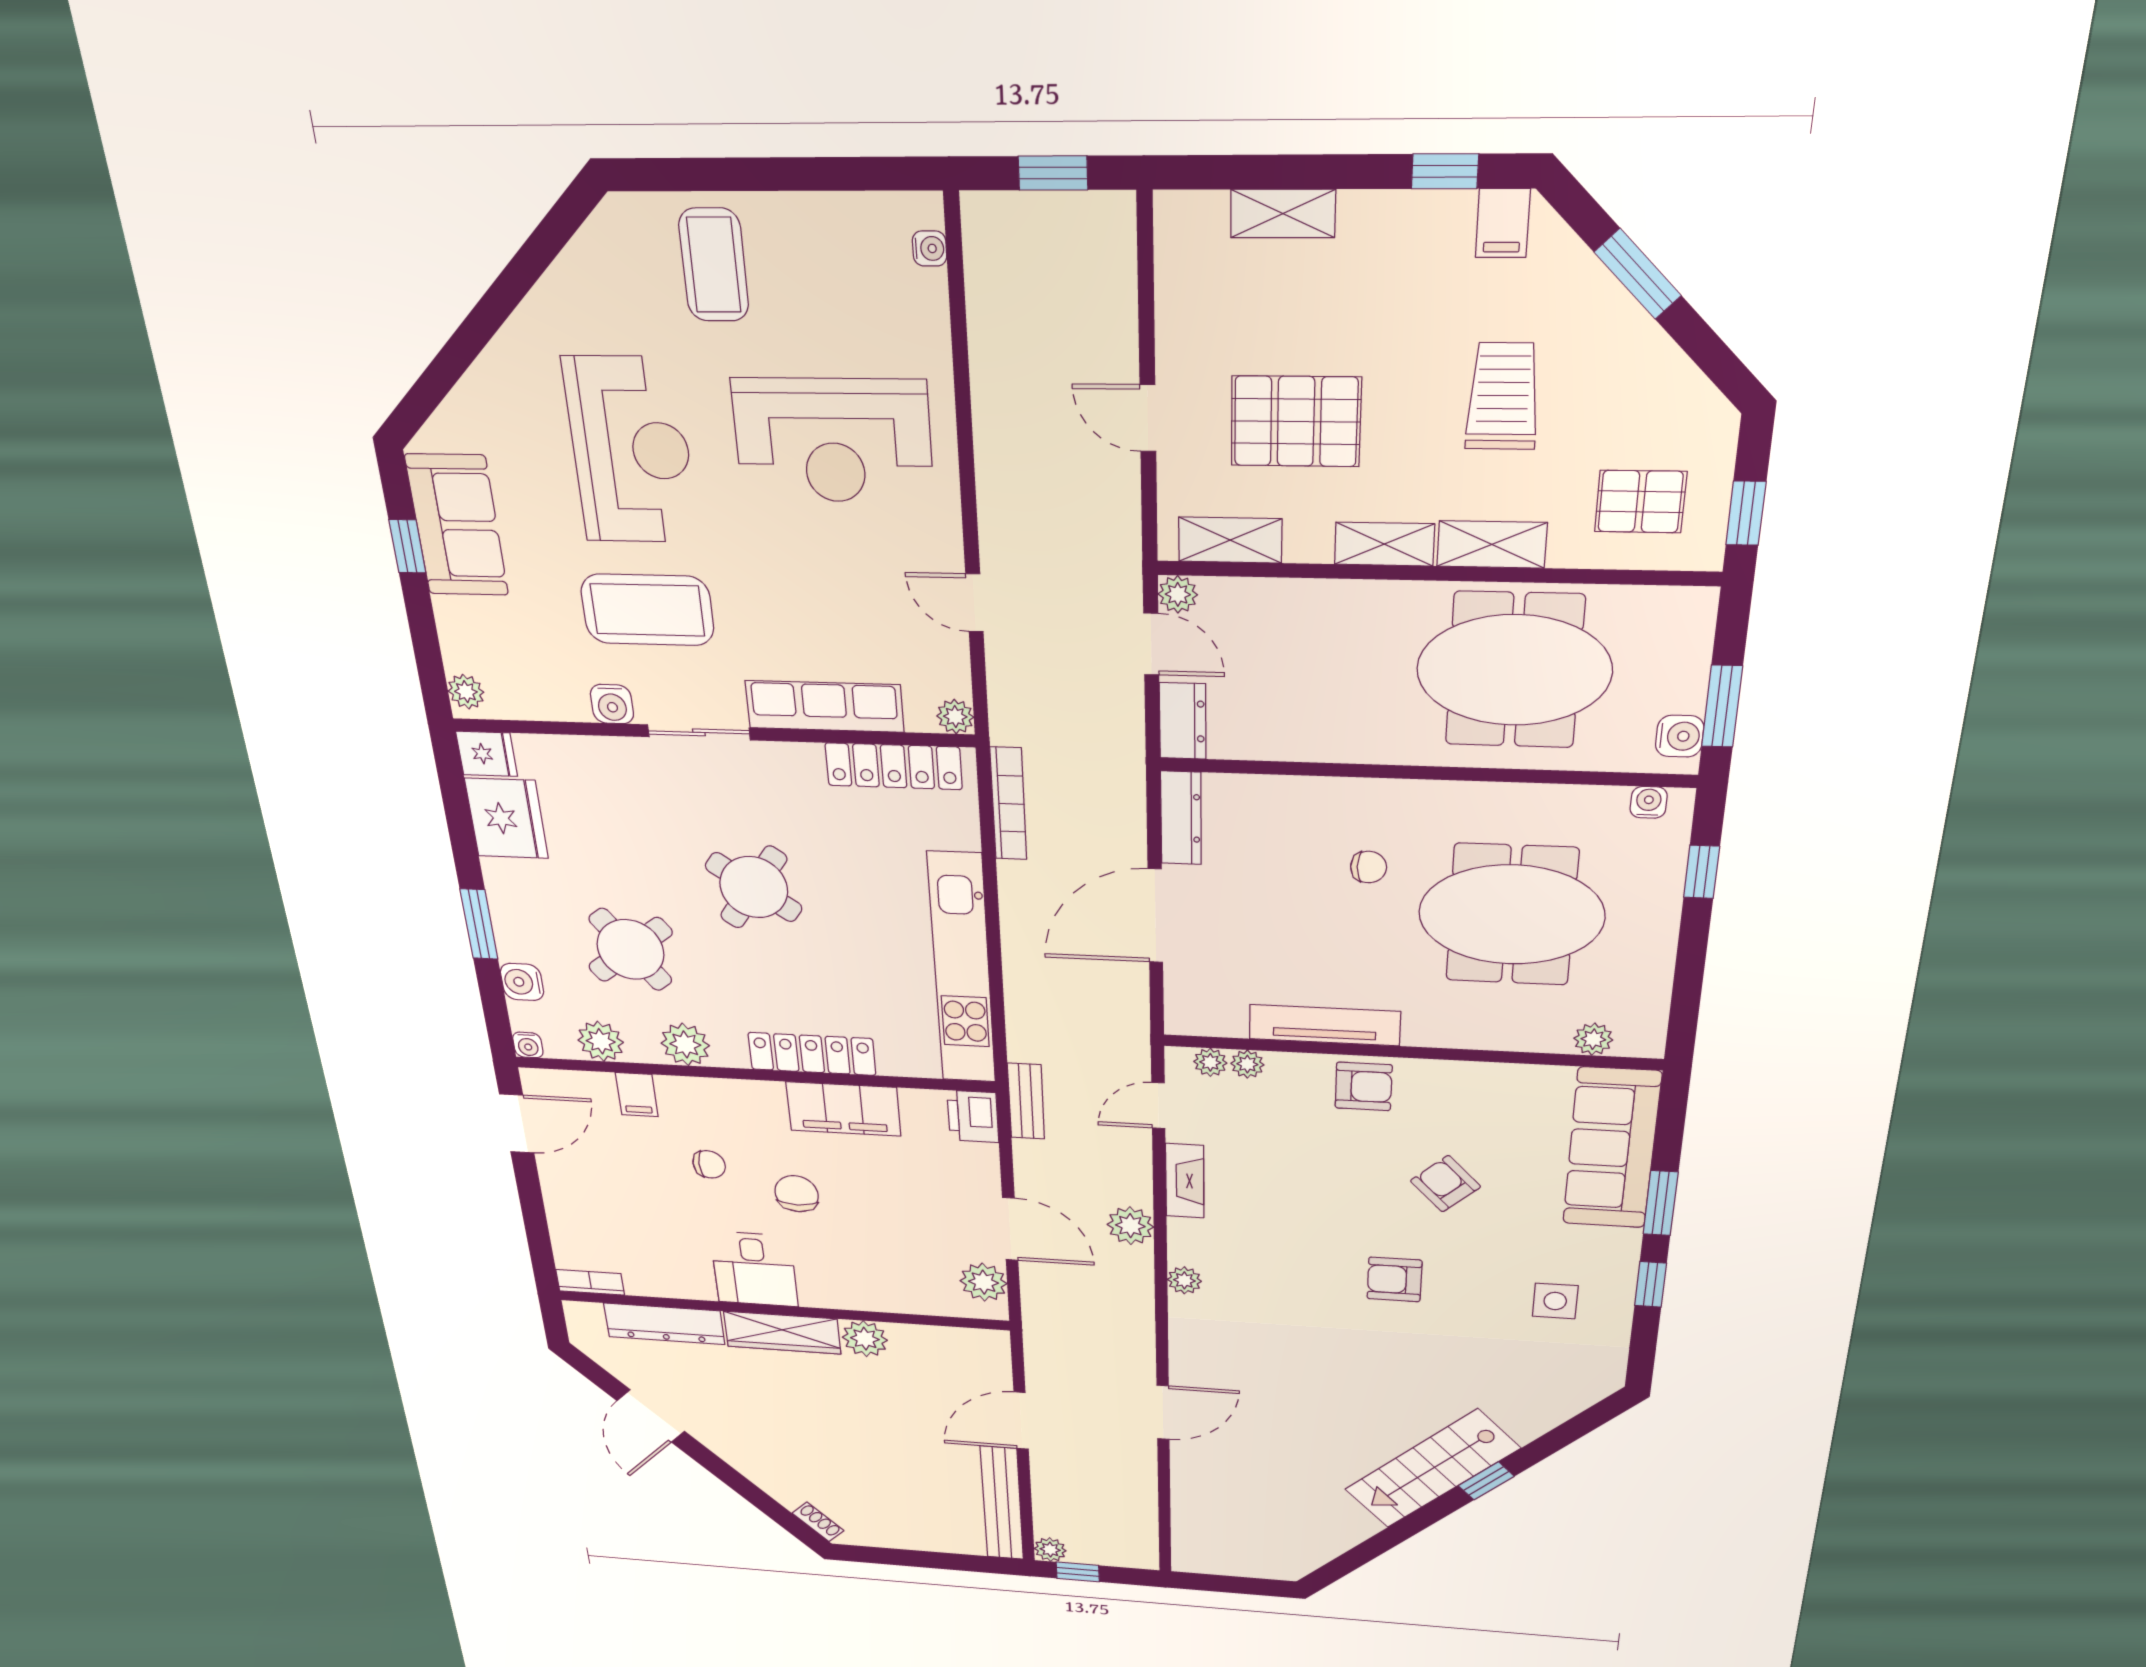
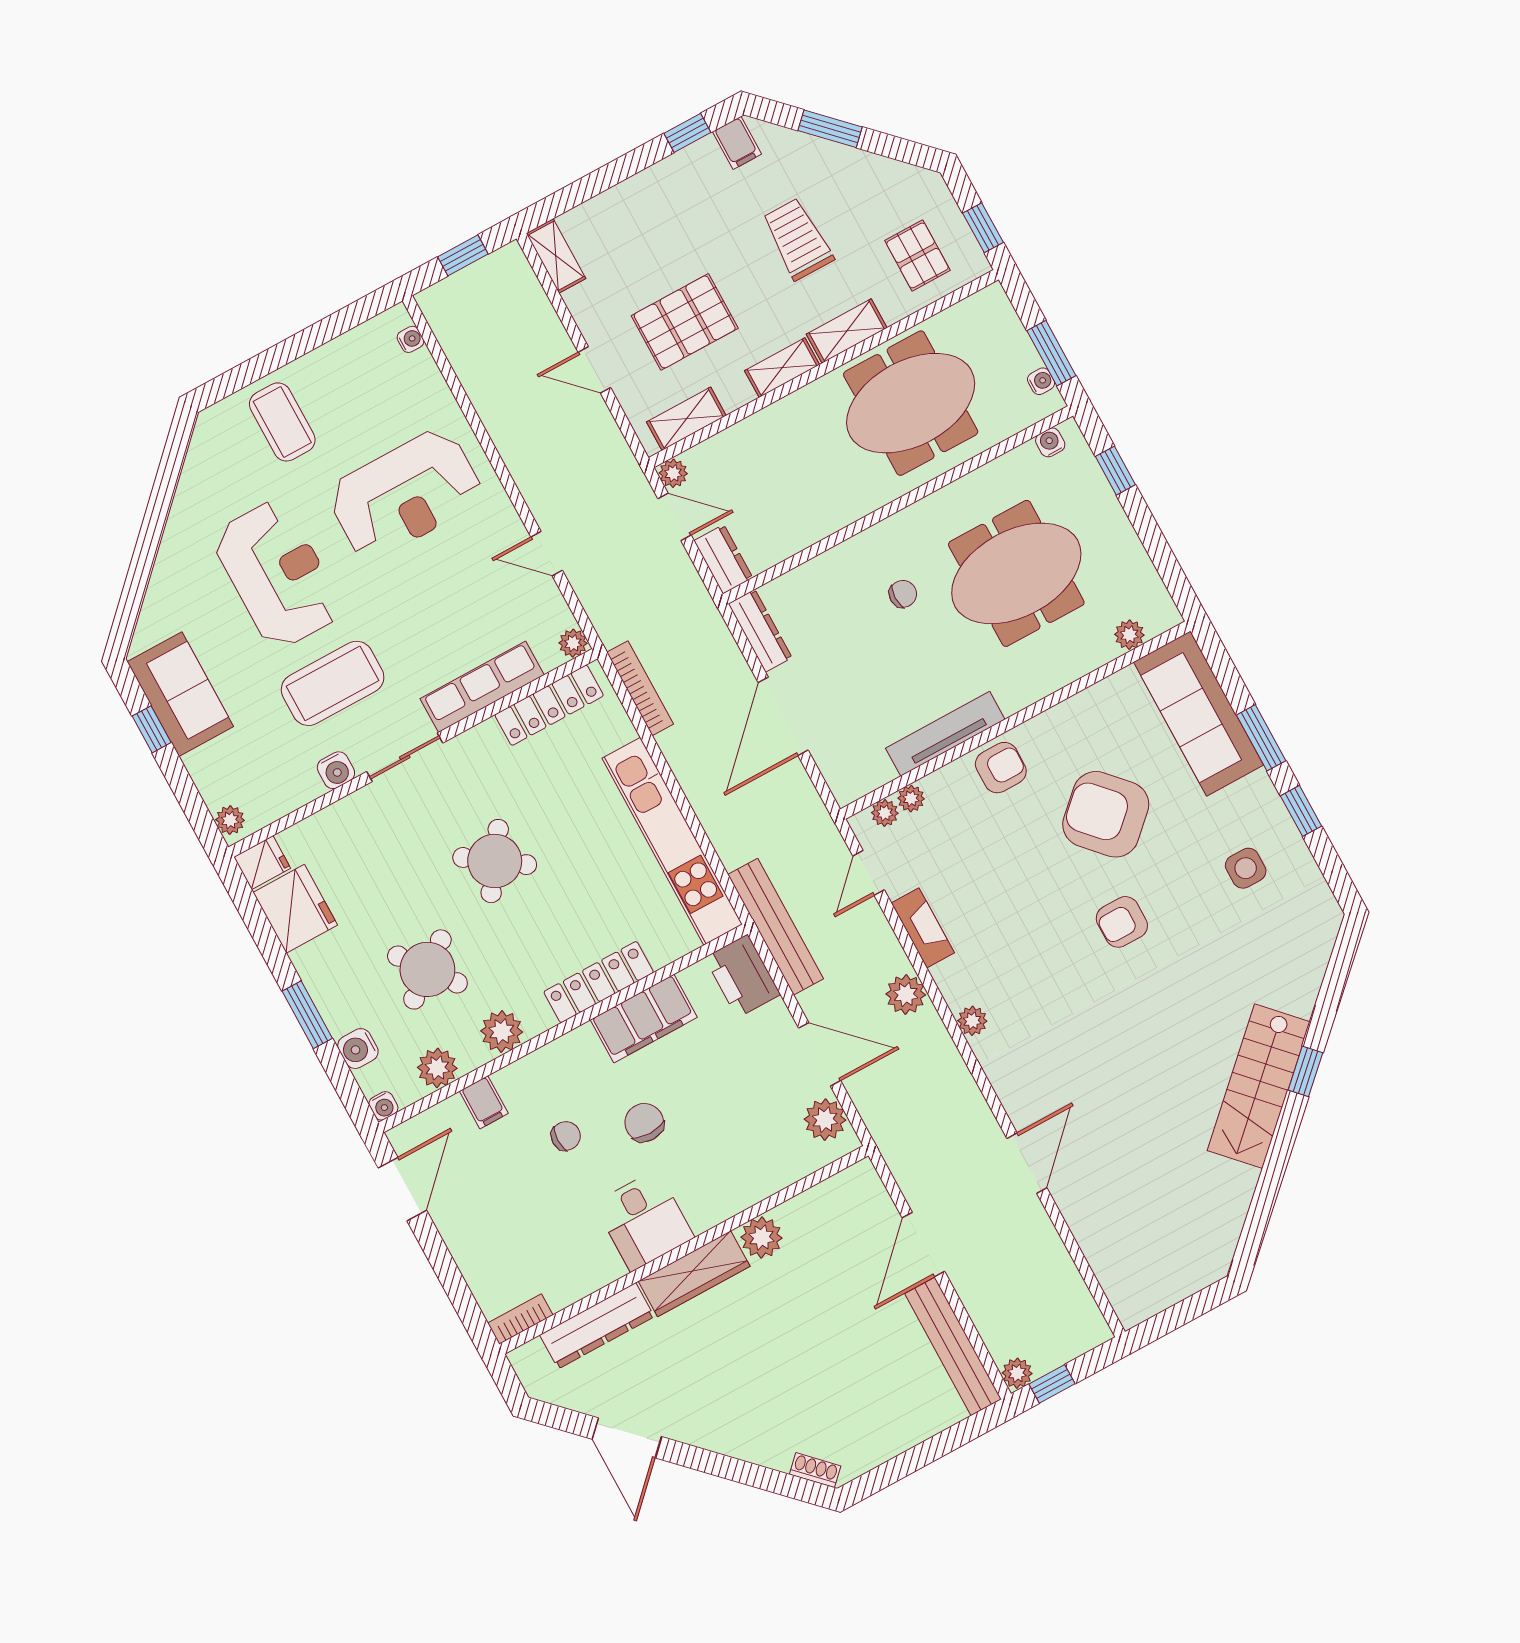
shelving: (1283, 214) -> (556, 256), moved, turned 90
pallet: (1640, 502) -> (917, 255), turned 90
water cooler: (1680, 736) -> (1041, 381), width x0.72, depth x0.72
bench: (1026, 1101) -> (776, 927), width x1.86, depth x1.21
printer: (973, 1116) -> (742, 976), width x1.37, depth x1.19
armchair: (1445, 1184) -> (1106, 814), width x1.88, depth x1.88

